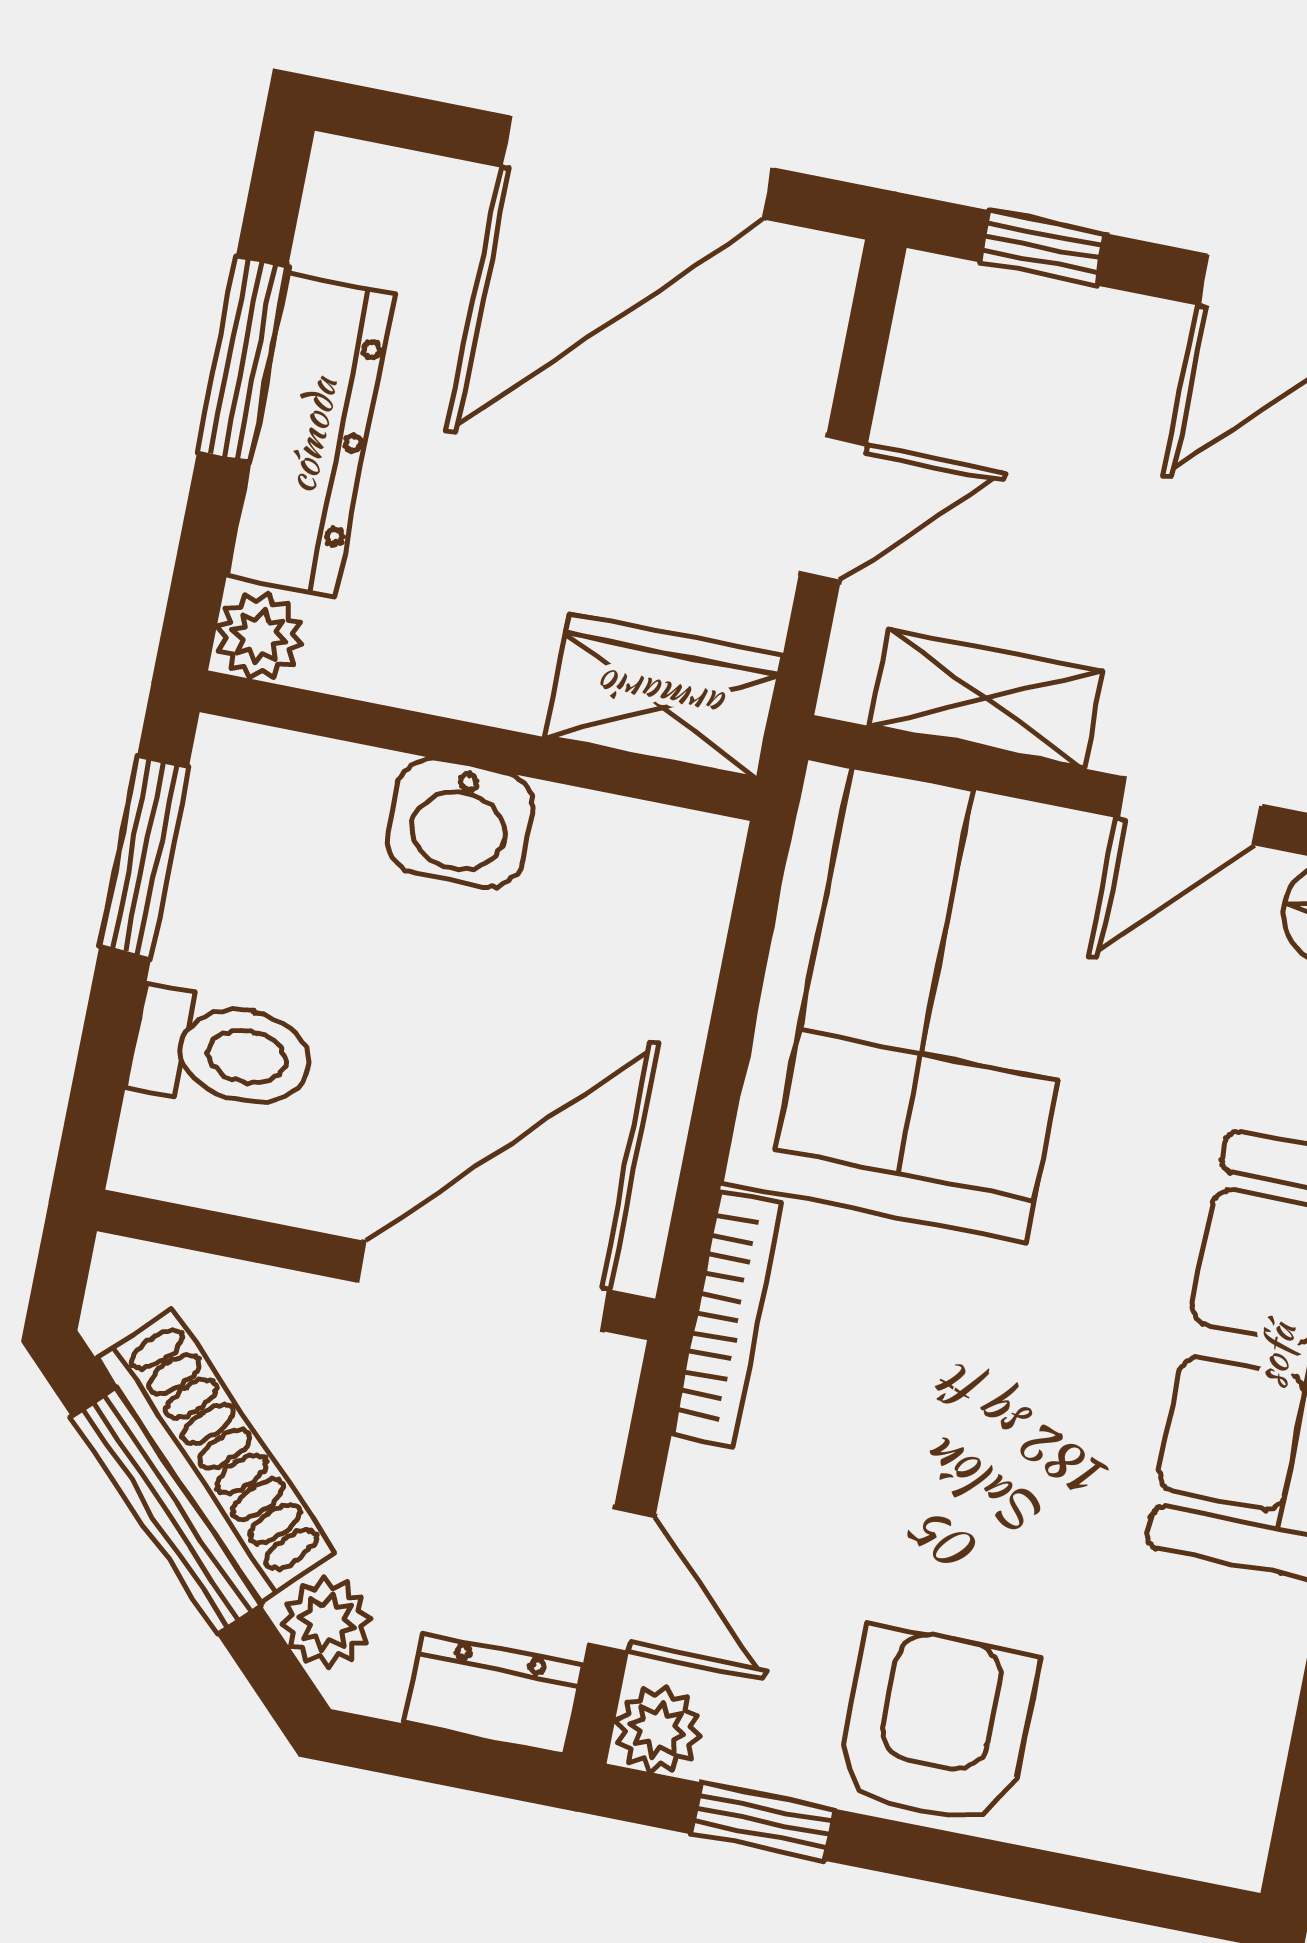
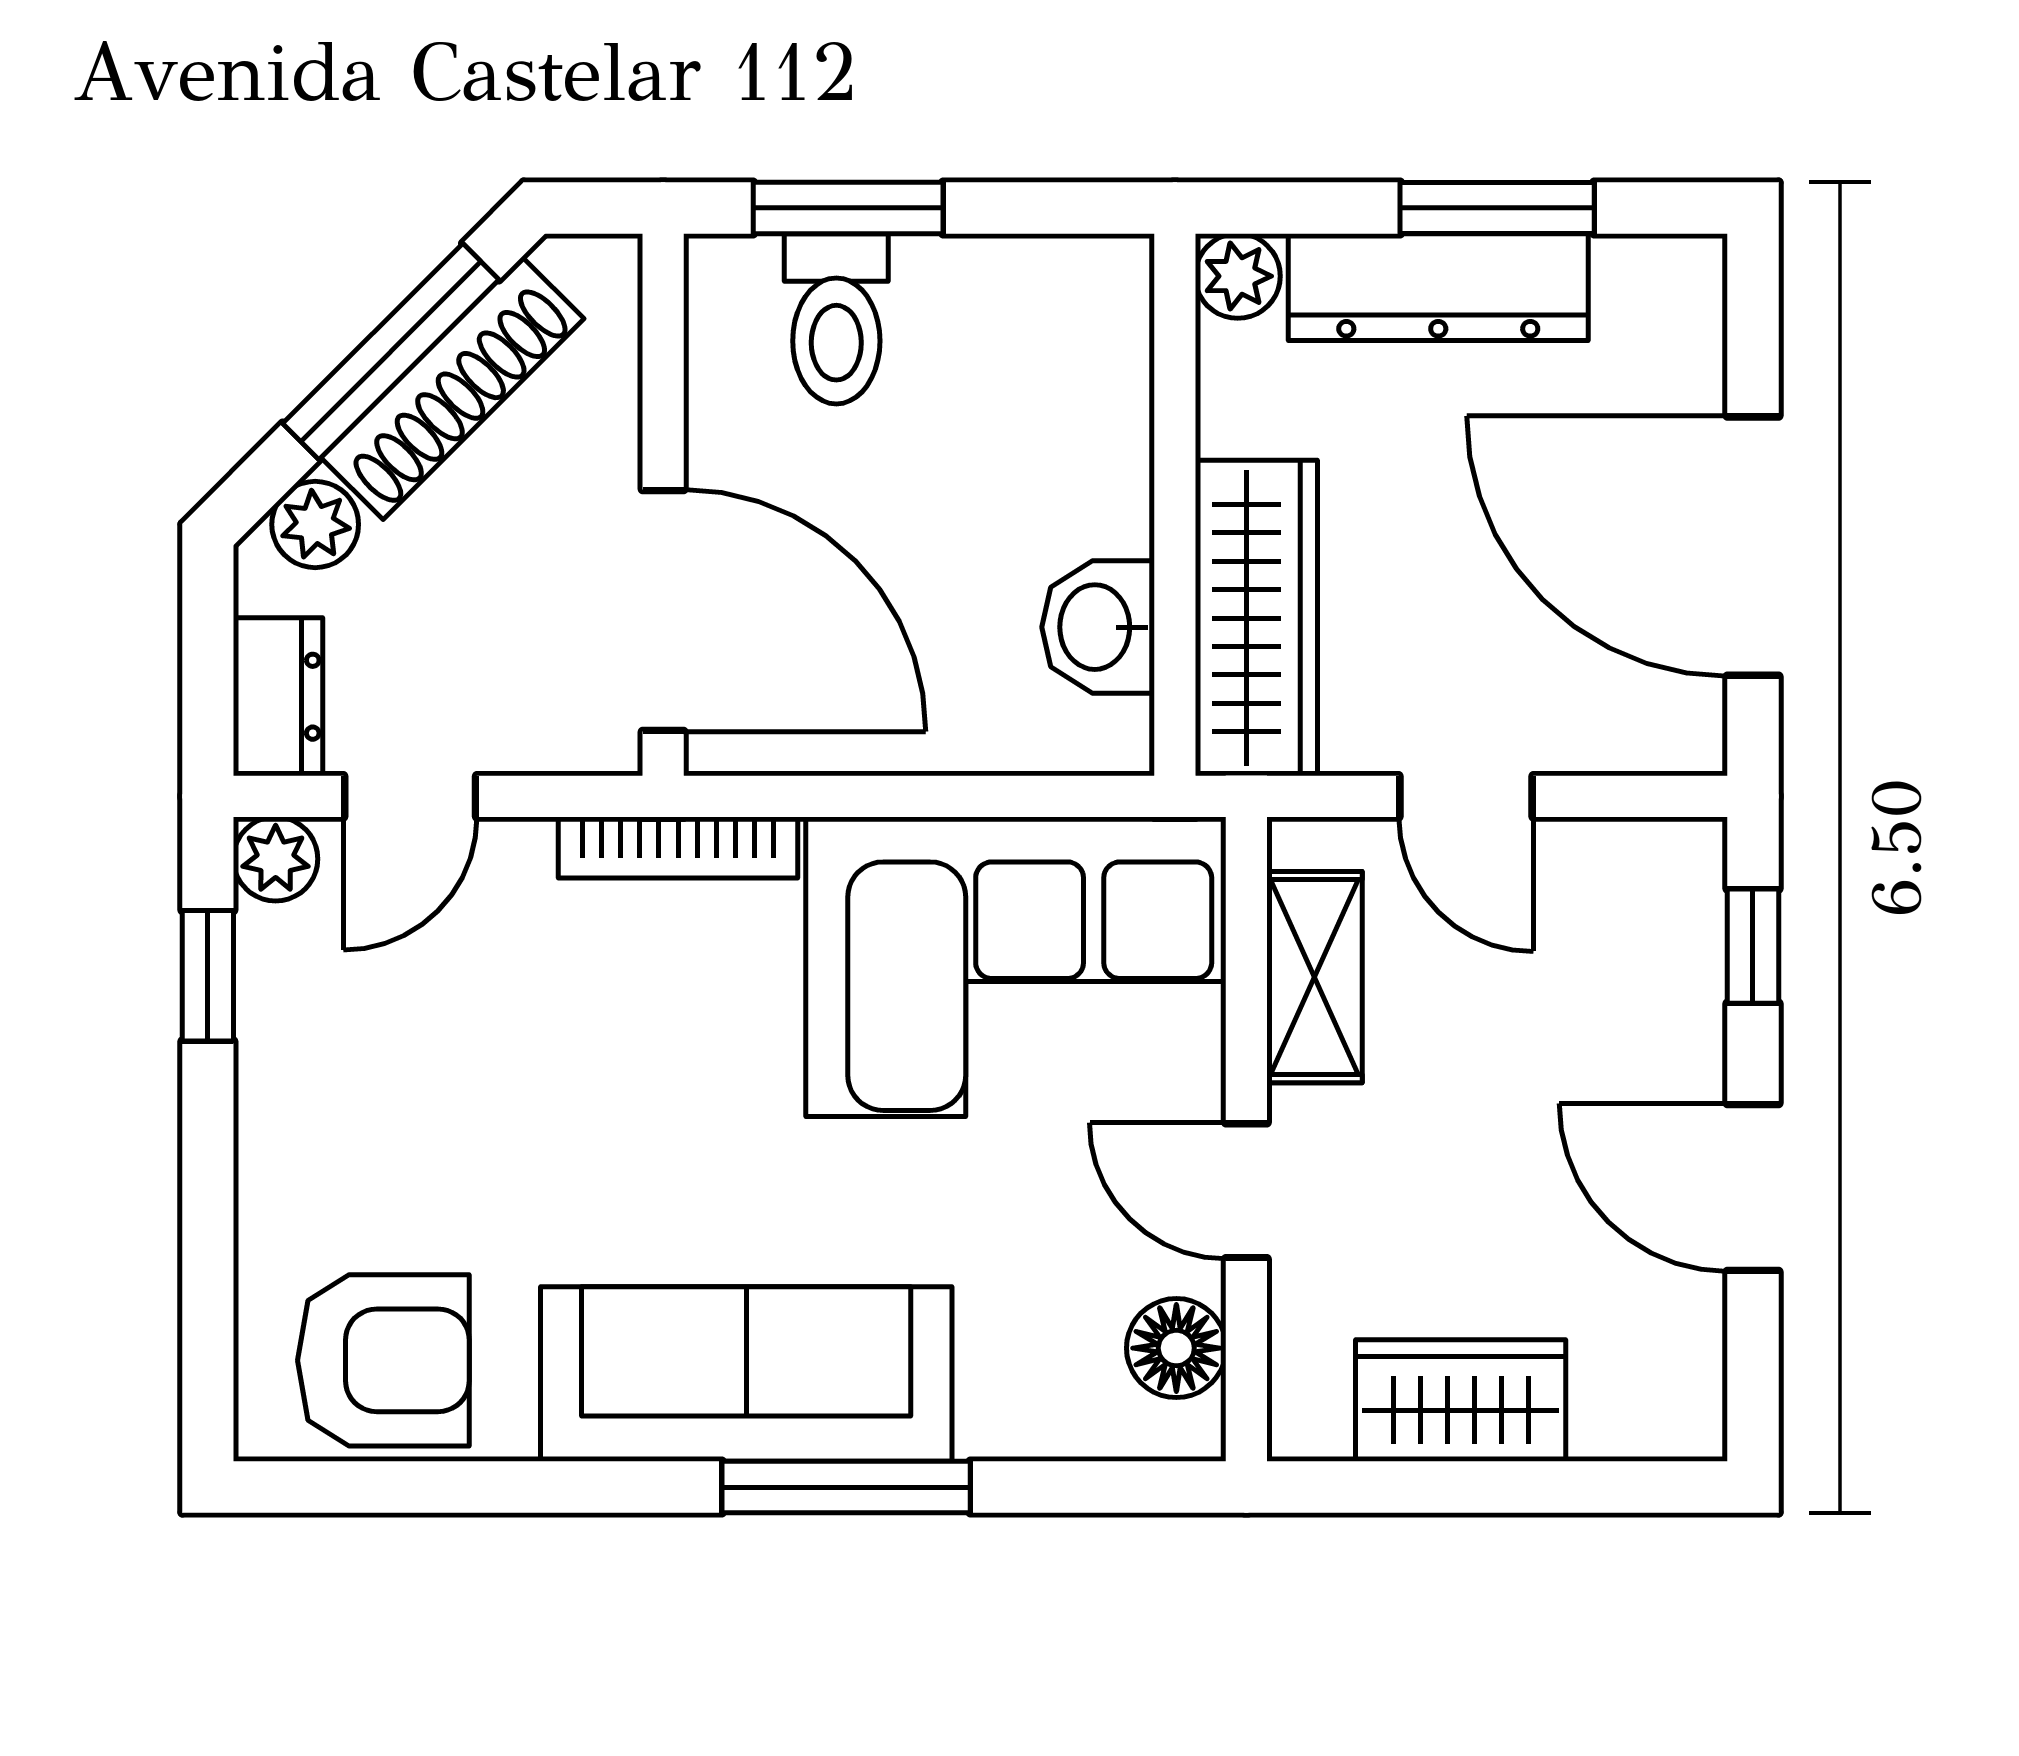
wardrobe: (664, 696) -> (1256, 618), width x1.50
washbasin: (460, 823) -> (1098, 627), moved
window: (144, 856) -> (848, 208), moved
armchair: (937, 1726) -> (383, 1360), moved

